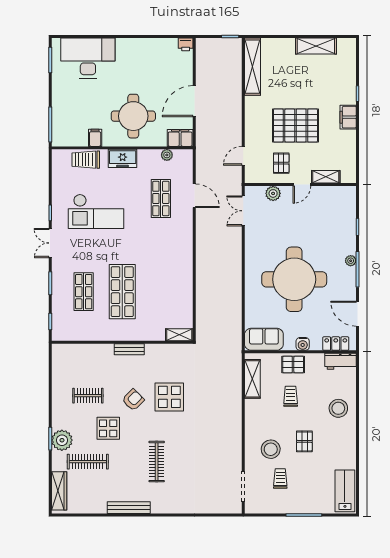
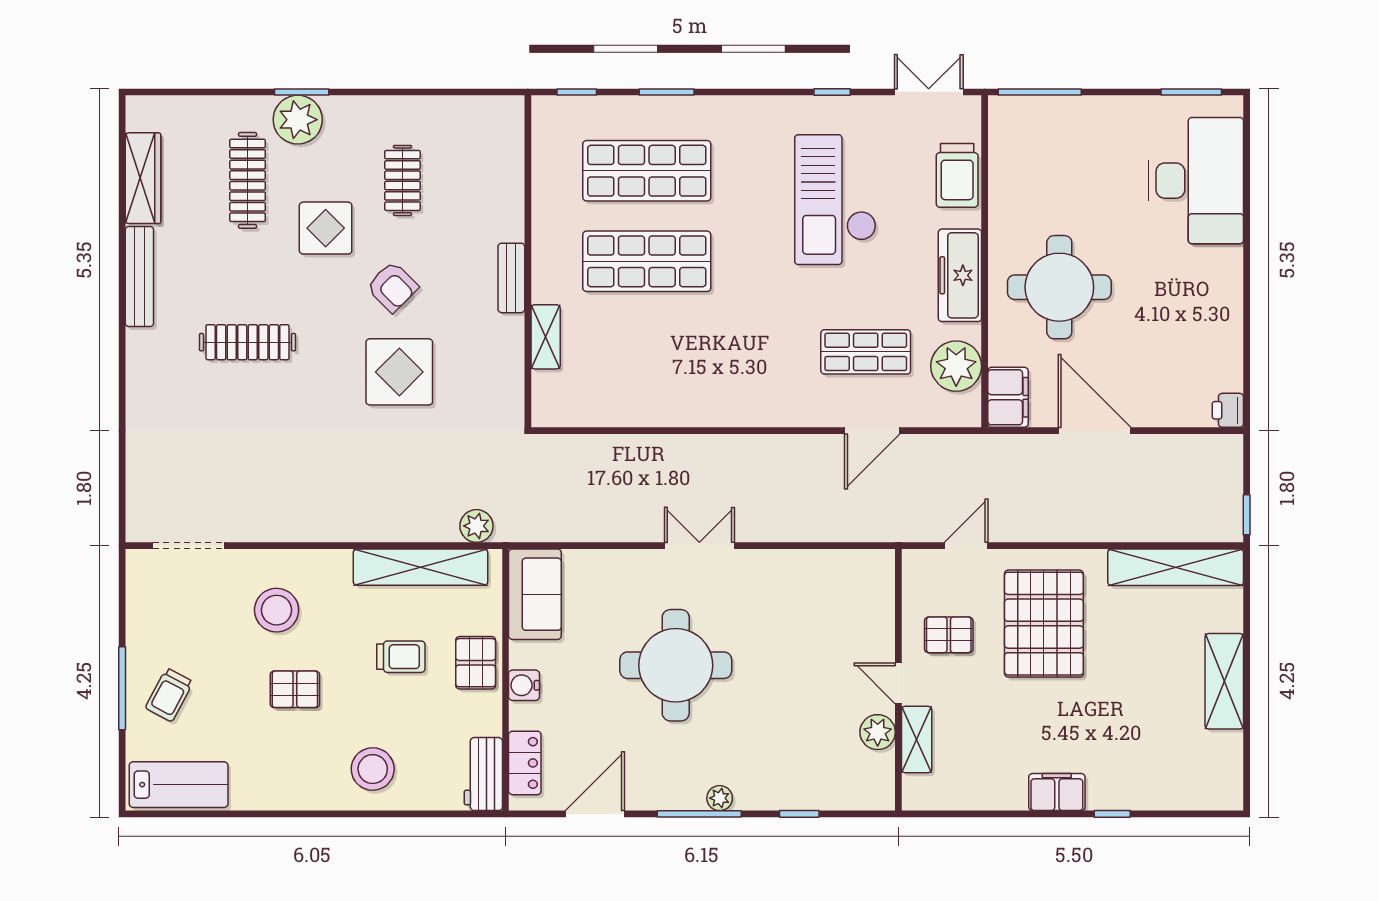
shelving: (316, 46) -> (1224, 681), moved
pallet: (295, 125) -> (1044, 624), moved
filing cabinet: (95, 138) -> (1008, 197), removed
plant: (167, 155) -> (956, 366), width x1.88, depth x1.88
door: (243, 156) -> (966, 546), hinge flipped
freezer: (123, 158) -> (960, 275), width x1.40
trolley: (86, 160) -> (957, 175), turned 180
plant: (273, 193) -> (878, 732), moved
double door: (243, 211) -> (699, 546), moved
double door: (50, 243) -> (929, 92), moved
round table: (294, 279) -> (676, 665), width x0.73, depth x0.73
shop shelf: (84, 292) -> (647, 171), width x1.43, depth x1.36
shelving: (179, 335) -> (546, 337), moved
plant: (235, 364) -> (476, 526), added
shelving: (252, 379) -> (421, 567), width x1.47
trolley: (280, 478) -> (169, 695), moved, turned 118
wardrobe: (59, 491) -> (143, 178), moved, turned -90

